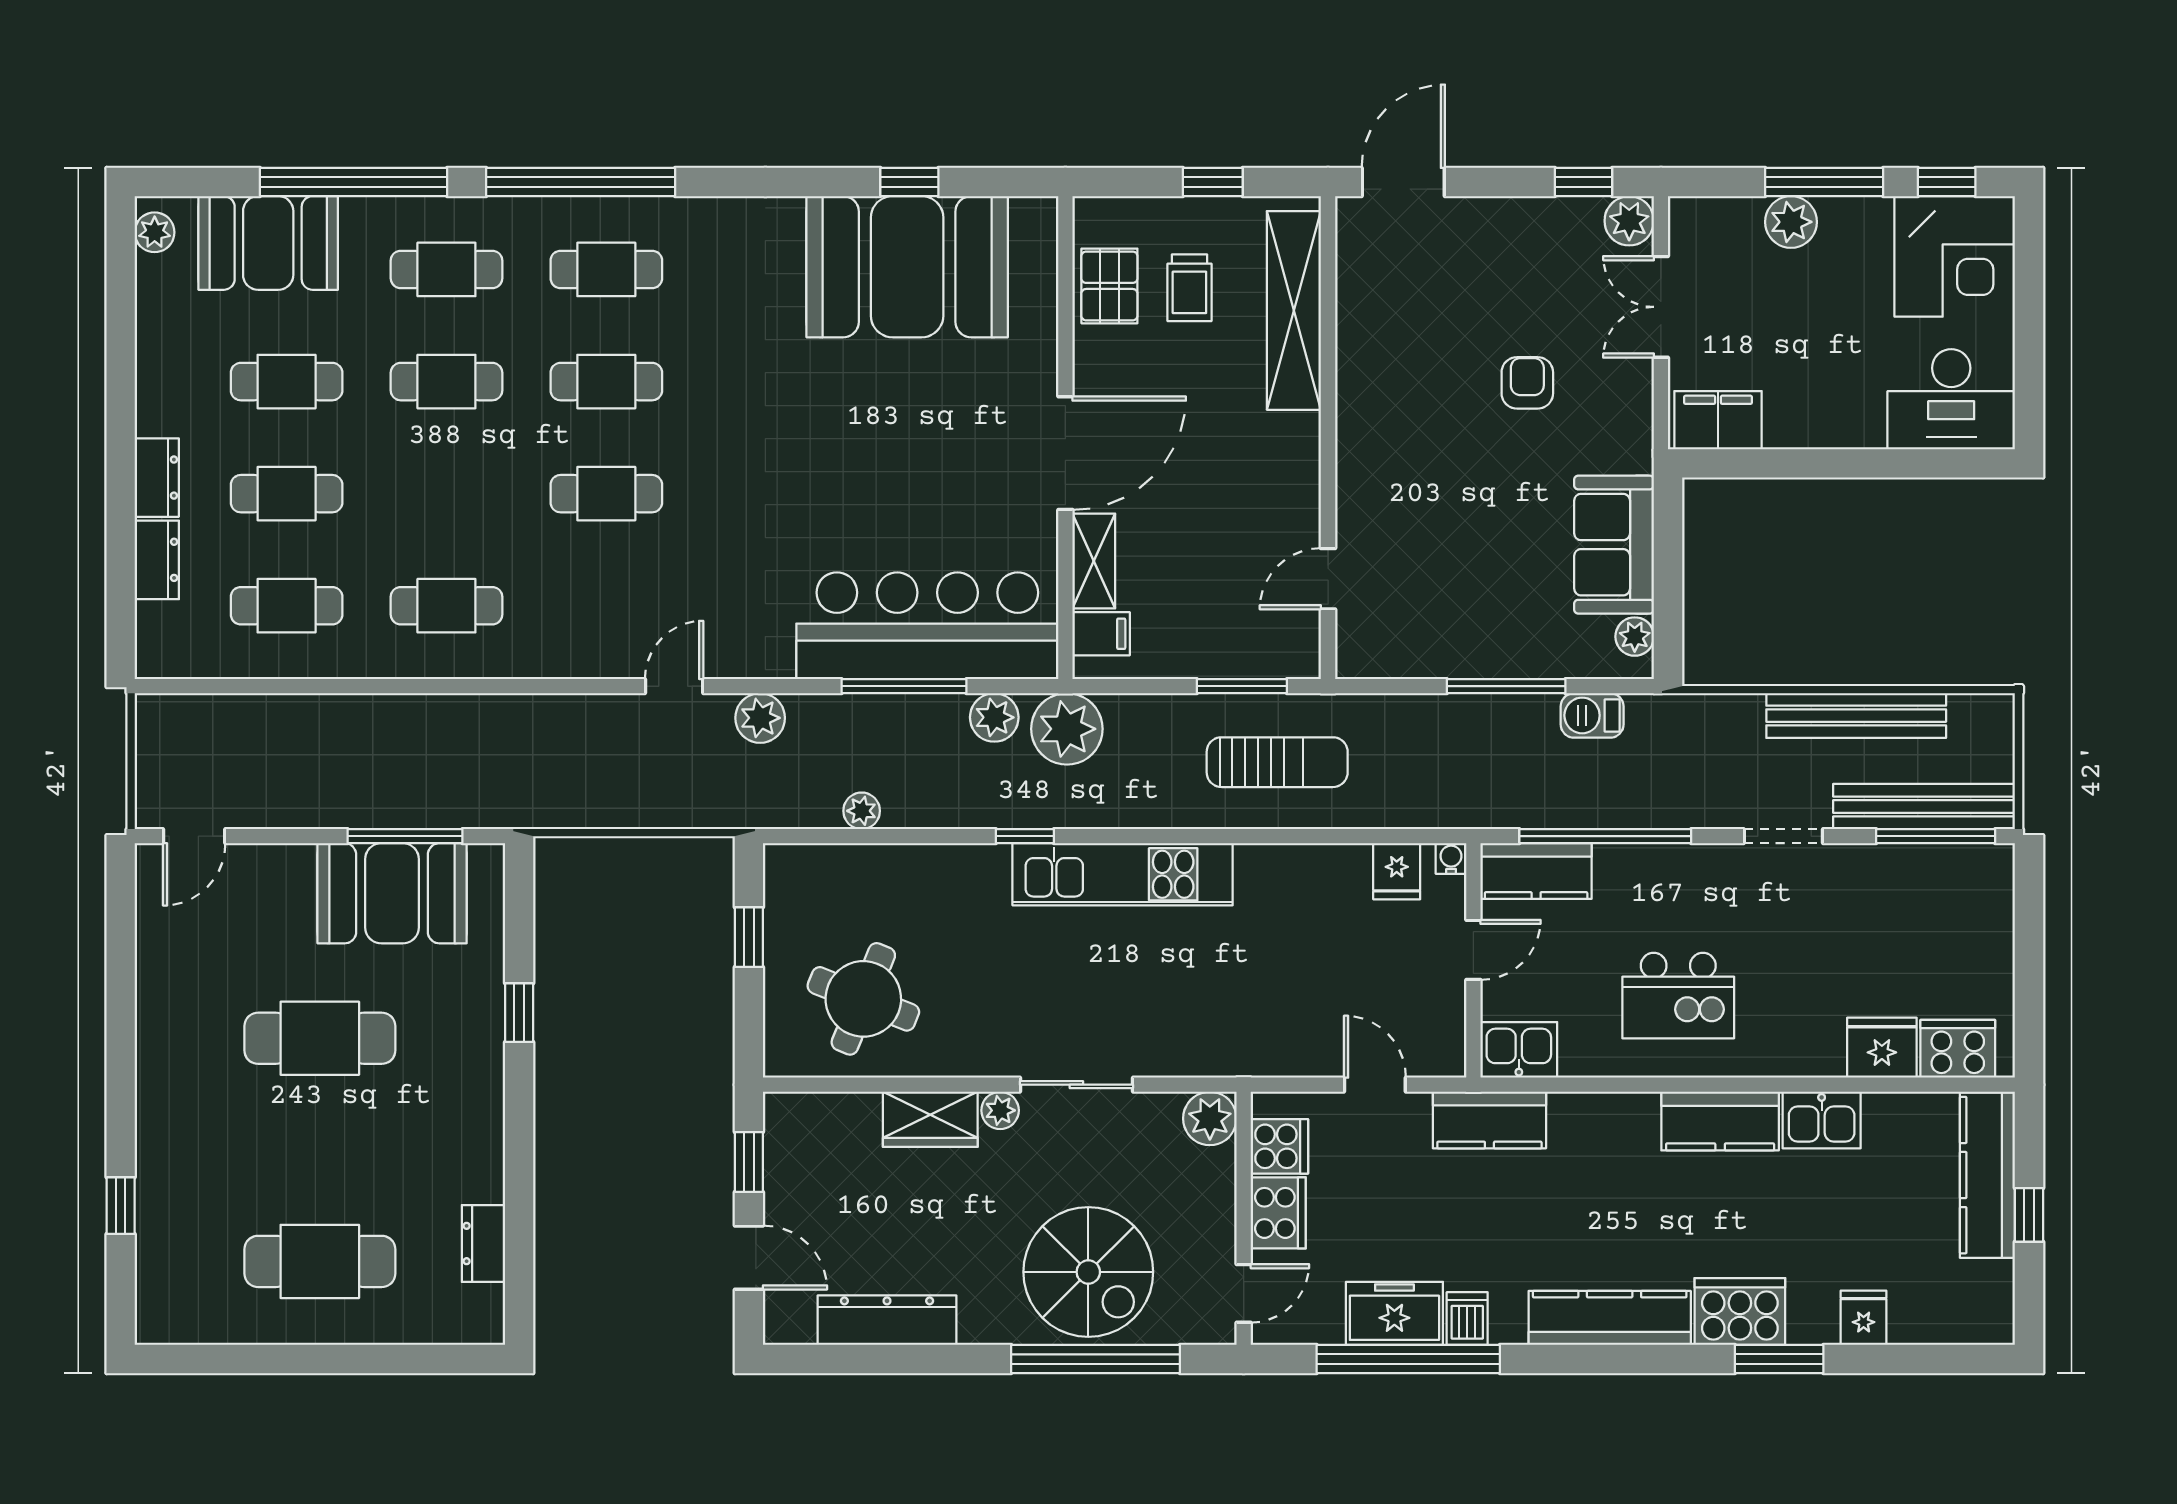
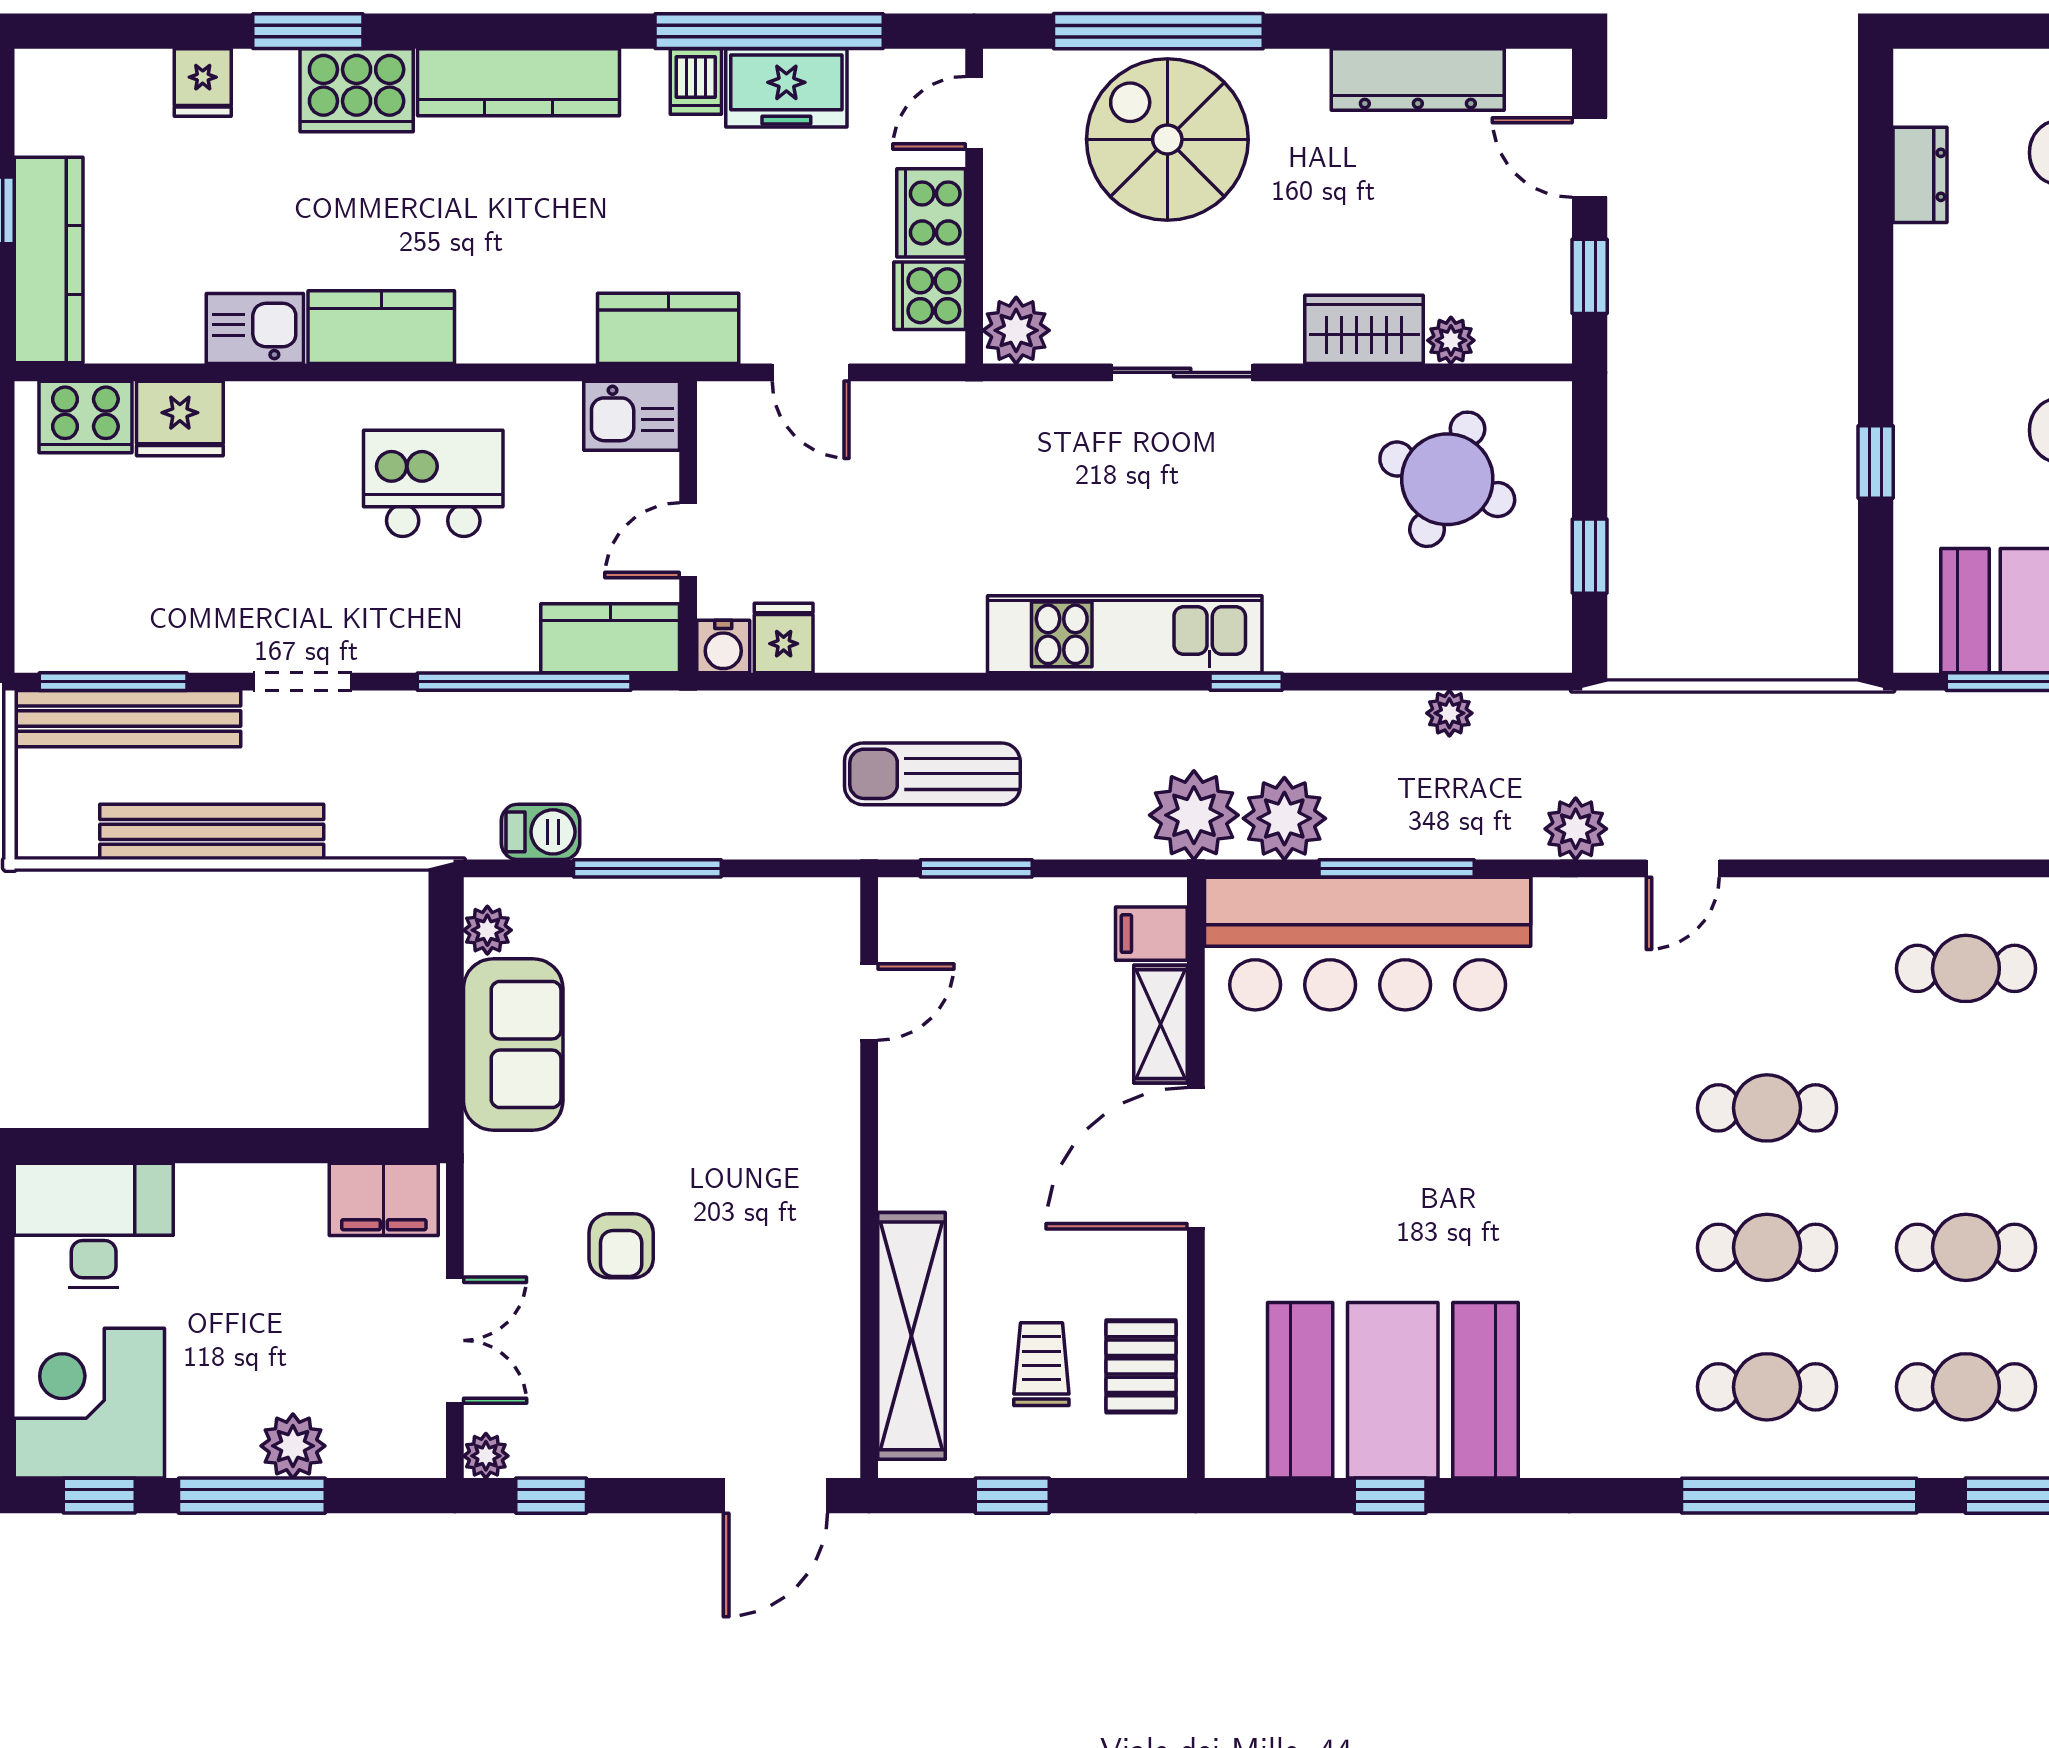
plant: (1629, 221) -> (486, 1456), width x0.73, depth x0.73
plant: (994, 717) -> (1284, 818), width x1.36, depth x1.36
water cooler: (1451, 859) -> (723, 647), width x1.38, depth x1.38
plant: (1000, 1110) -> (1451, 340), moved

